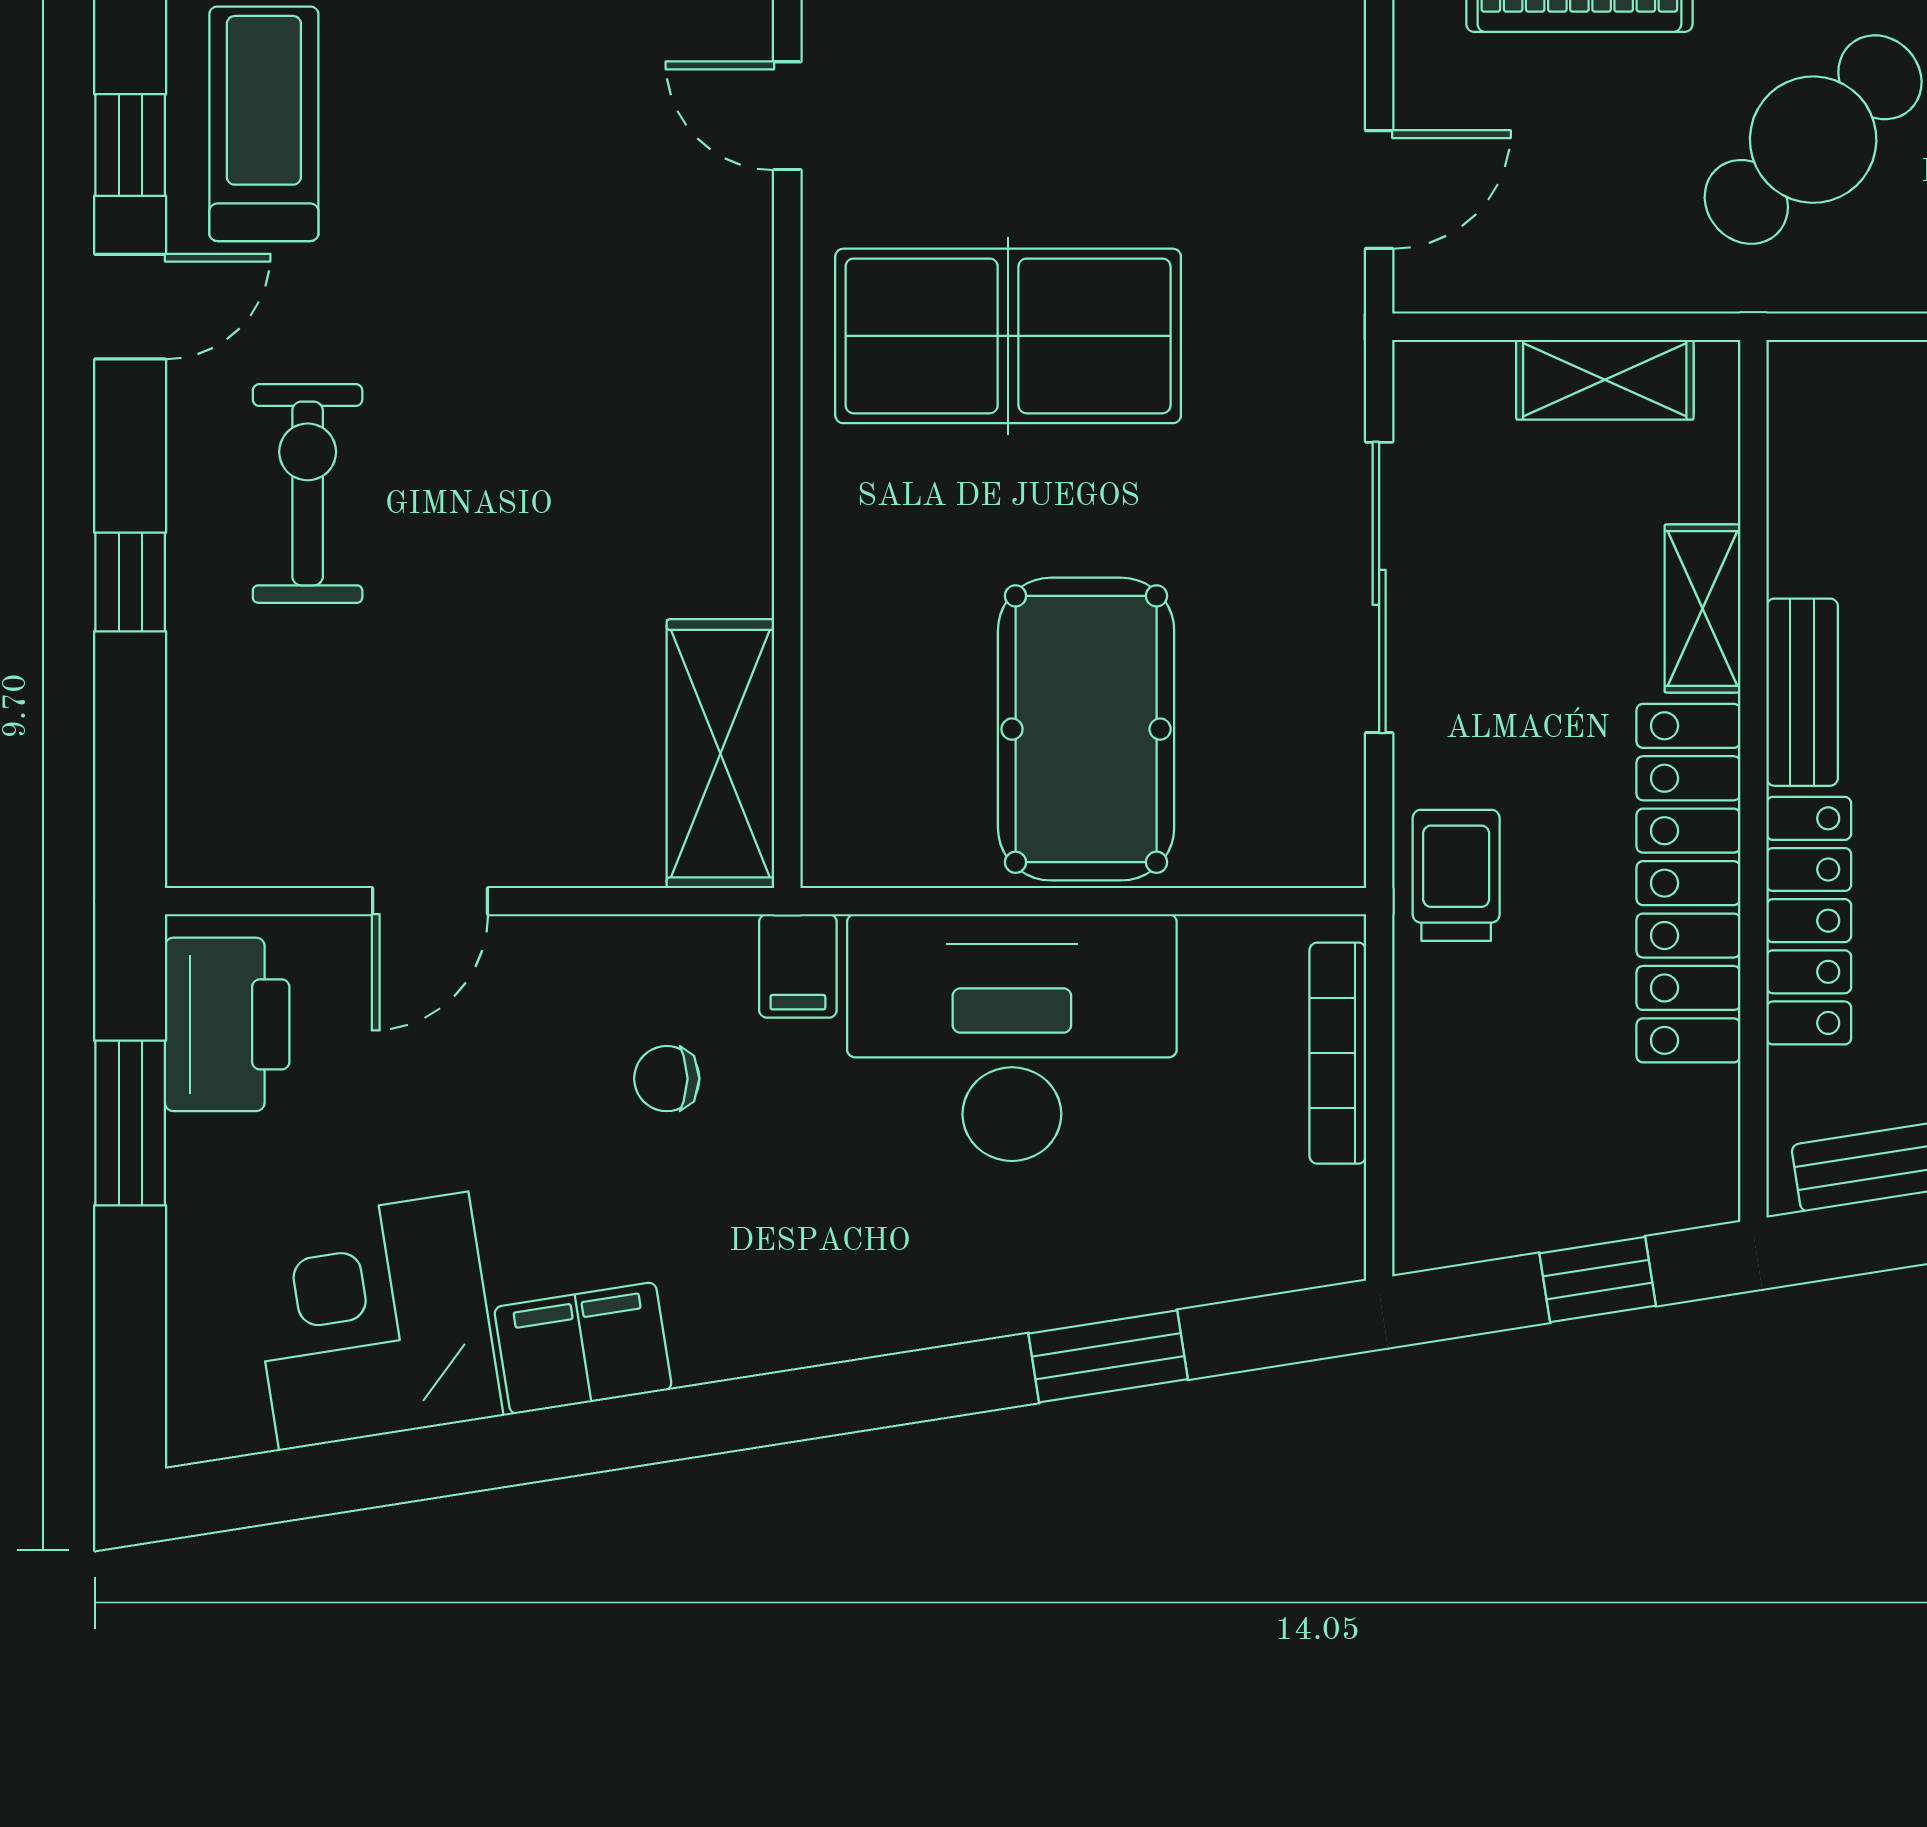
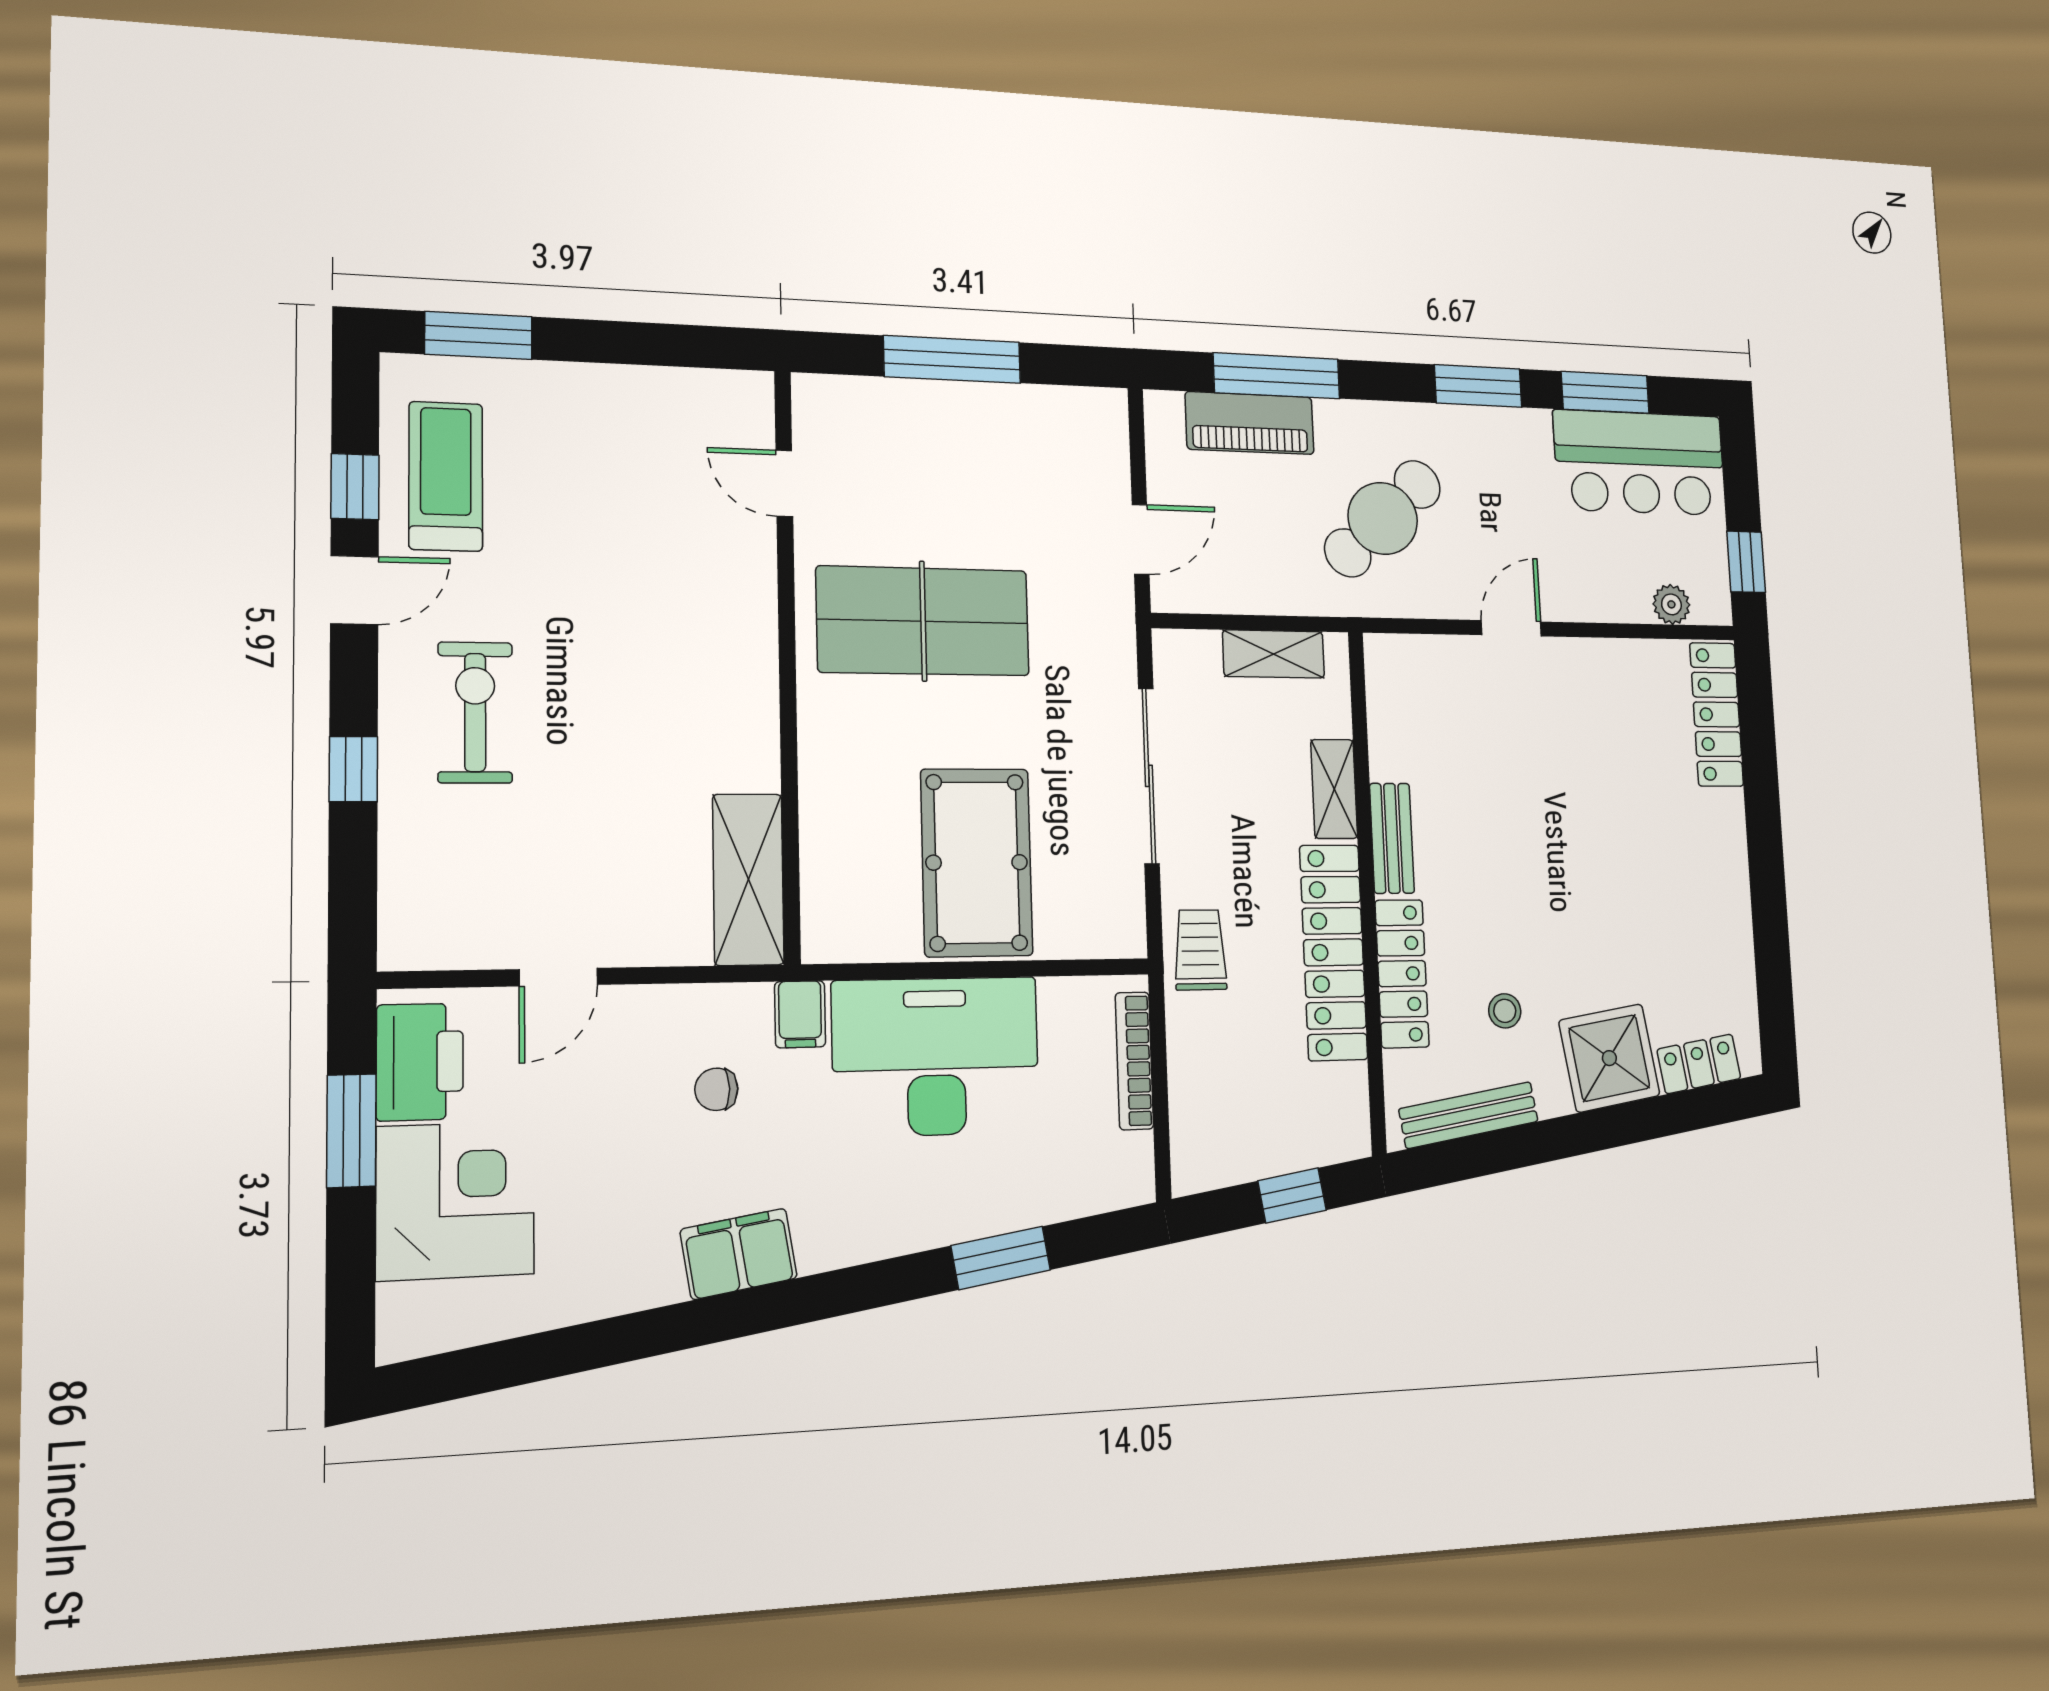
corner desk: (374, 1321) -> (455, 1201), moved, turned 99
filing cabinet: (583, 1348) -> (739, 1254), moved

